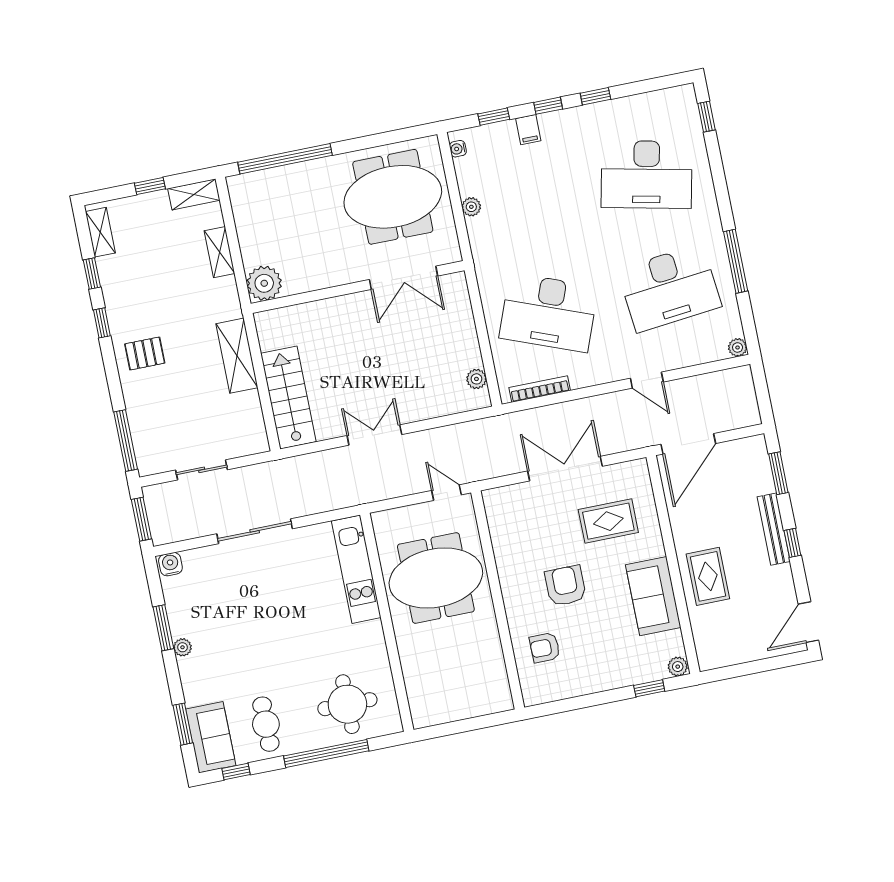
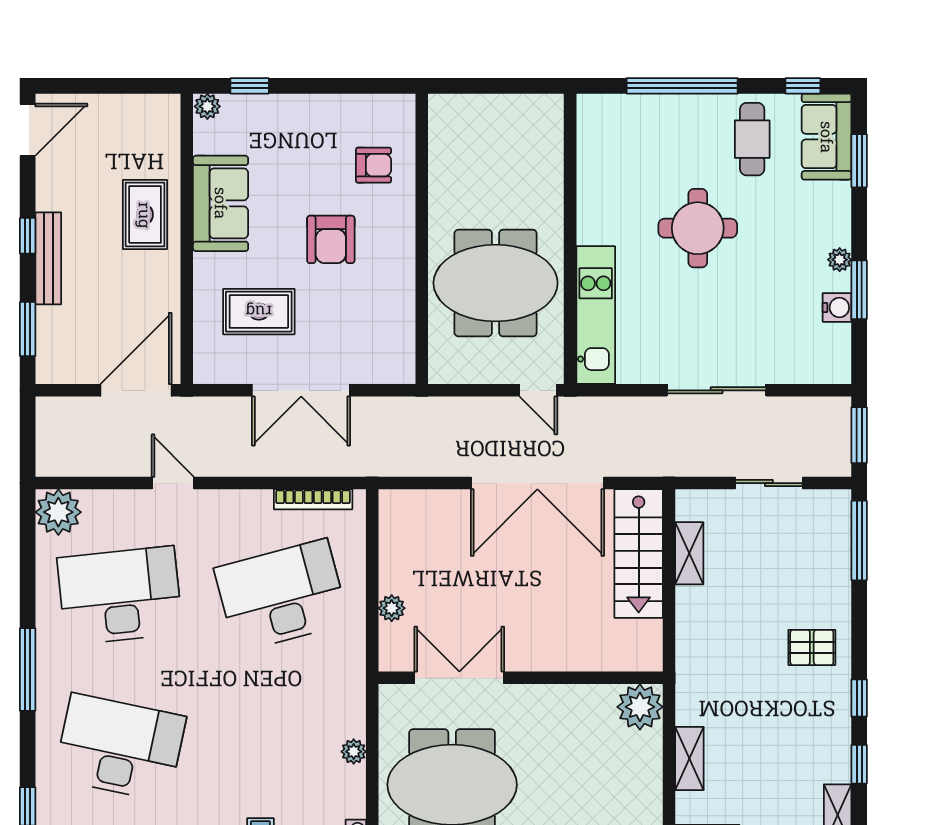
window: (736, 261) -> (28, 669), moved
desk: (549, 312) -> (282, 596), turned -36
plant: (738, 347) -> (58, 512), width x1.88, depth x1.88
shelving: (237, 356) -> (689, 553), moved, width x0.67, depth x0.75
plant: (476, 379) -> (392, 608), moved
double door: (374, 435) -> (537, 483), width x1.87
door: (446, 493) -> (538, 390), moved
water cooler: (170, 564) -> (837, 307), moved, turned -90
round table: (347, 704) -> (698, 228), moved

